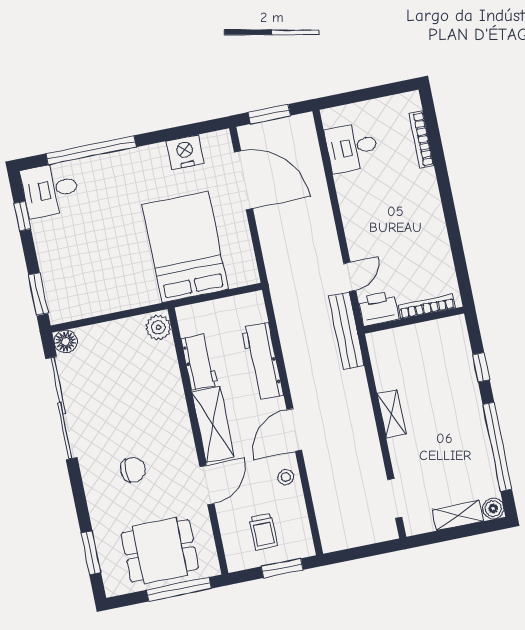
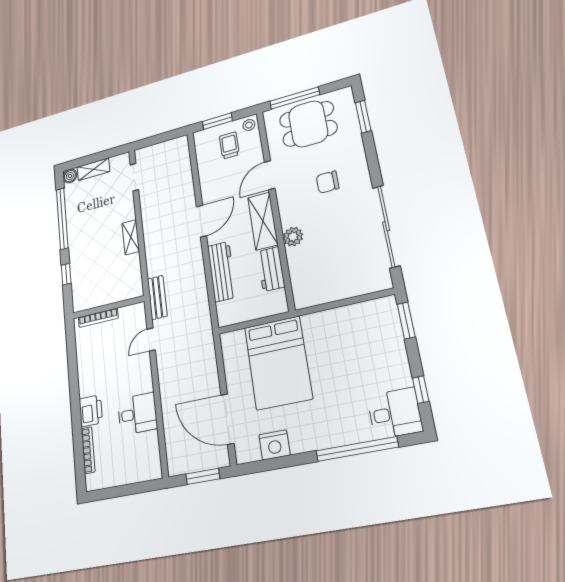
desk: (352, 147) -> (137, 414), moved
printer: (379, 309) -> (91, 411), moved, turned -90
plant: (158, 327) -> (293, 237), moved
bench: (346, 331) -> (157, 297), width x0.73
floor lamp: (66, 341) -> (382, 281), removed
stool: (286, 477) -> (249, 125), moved

